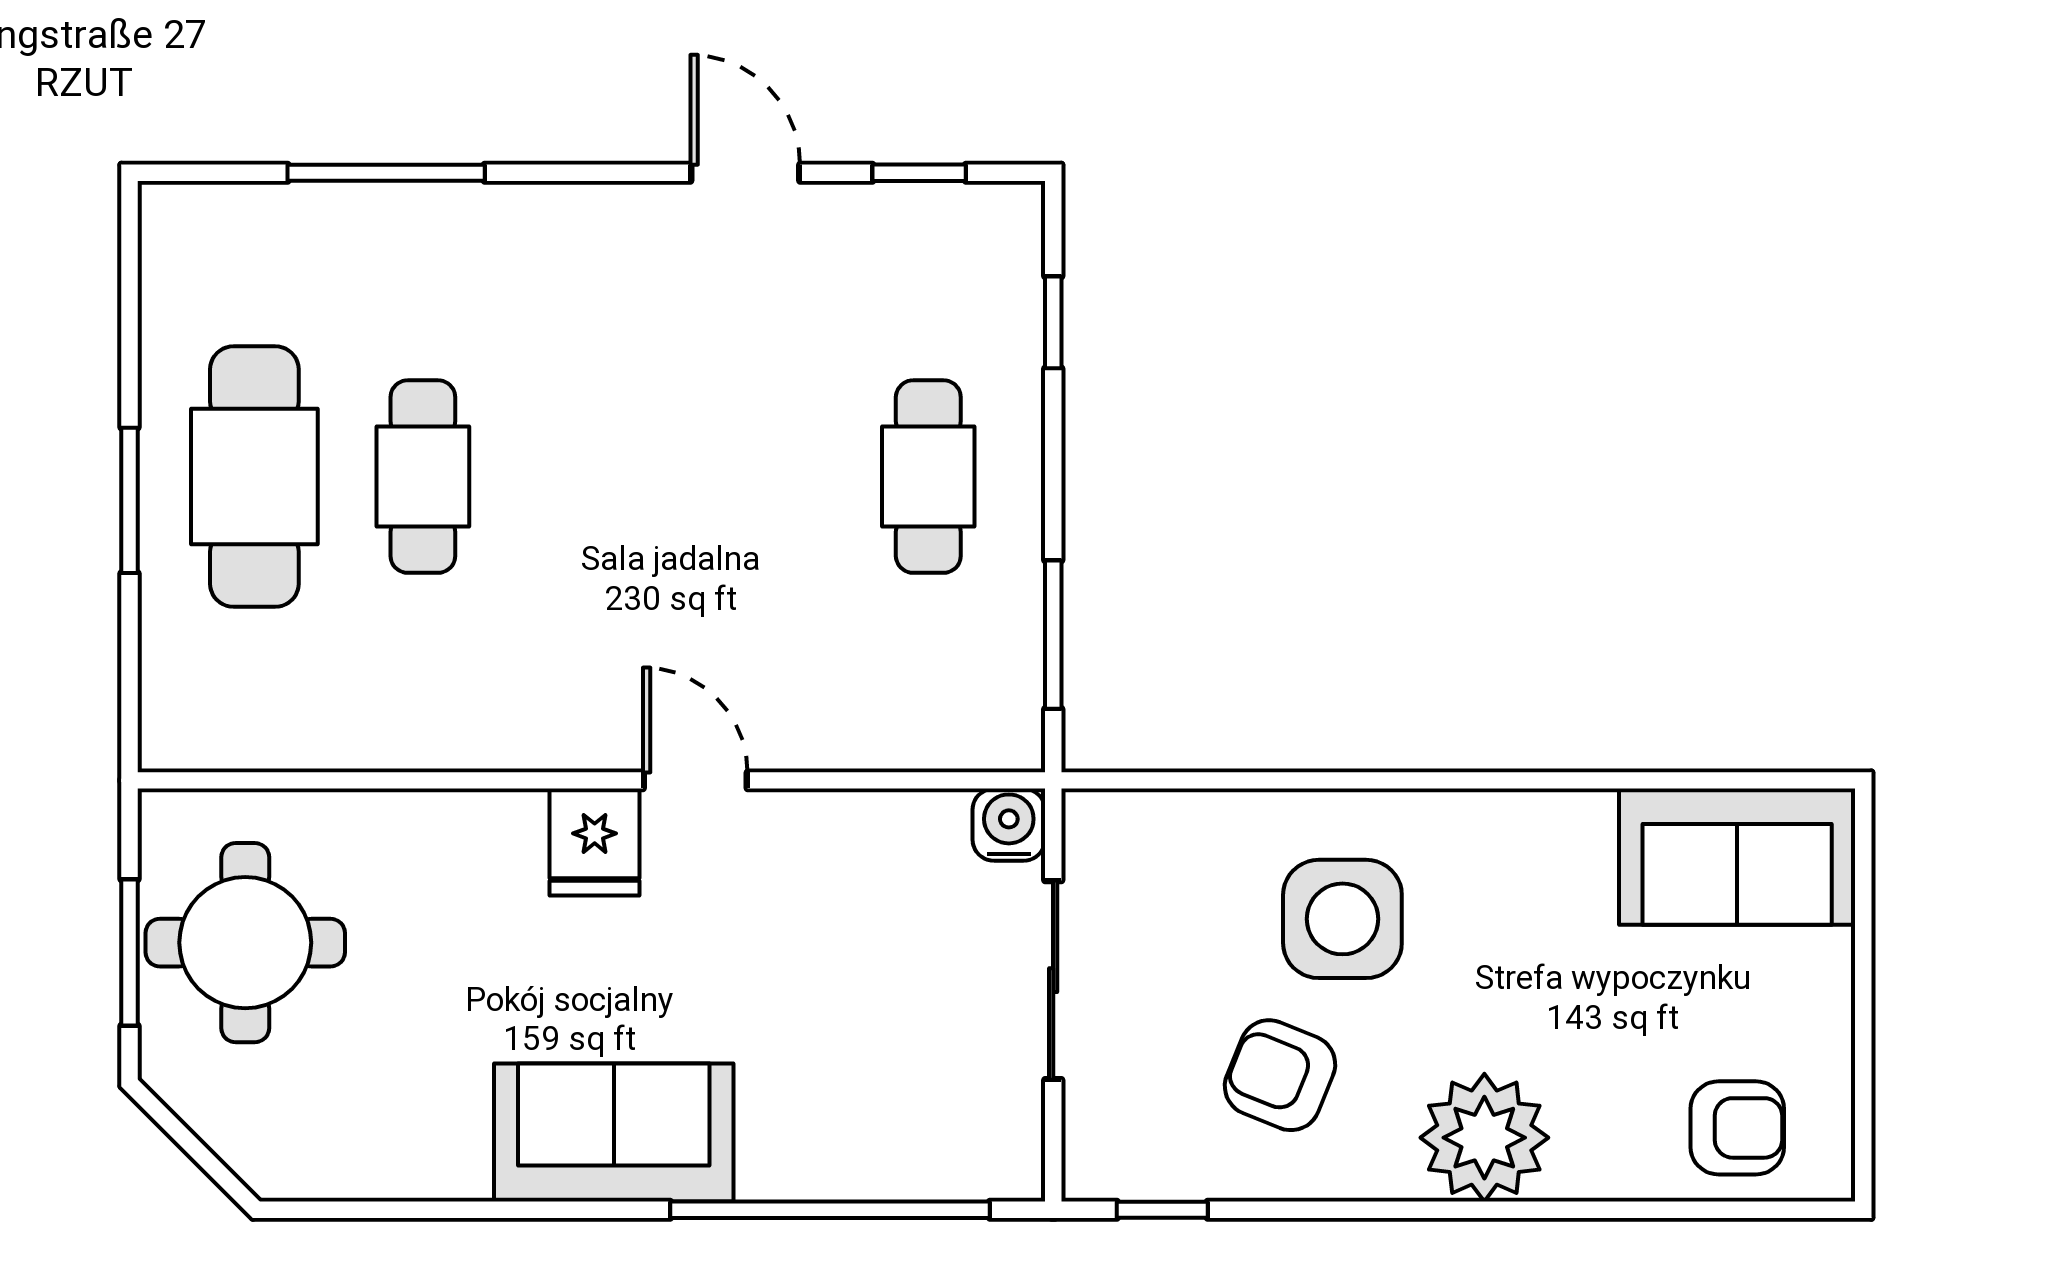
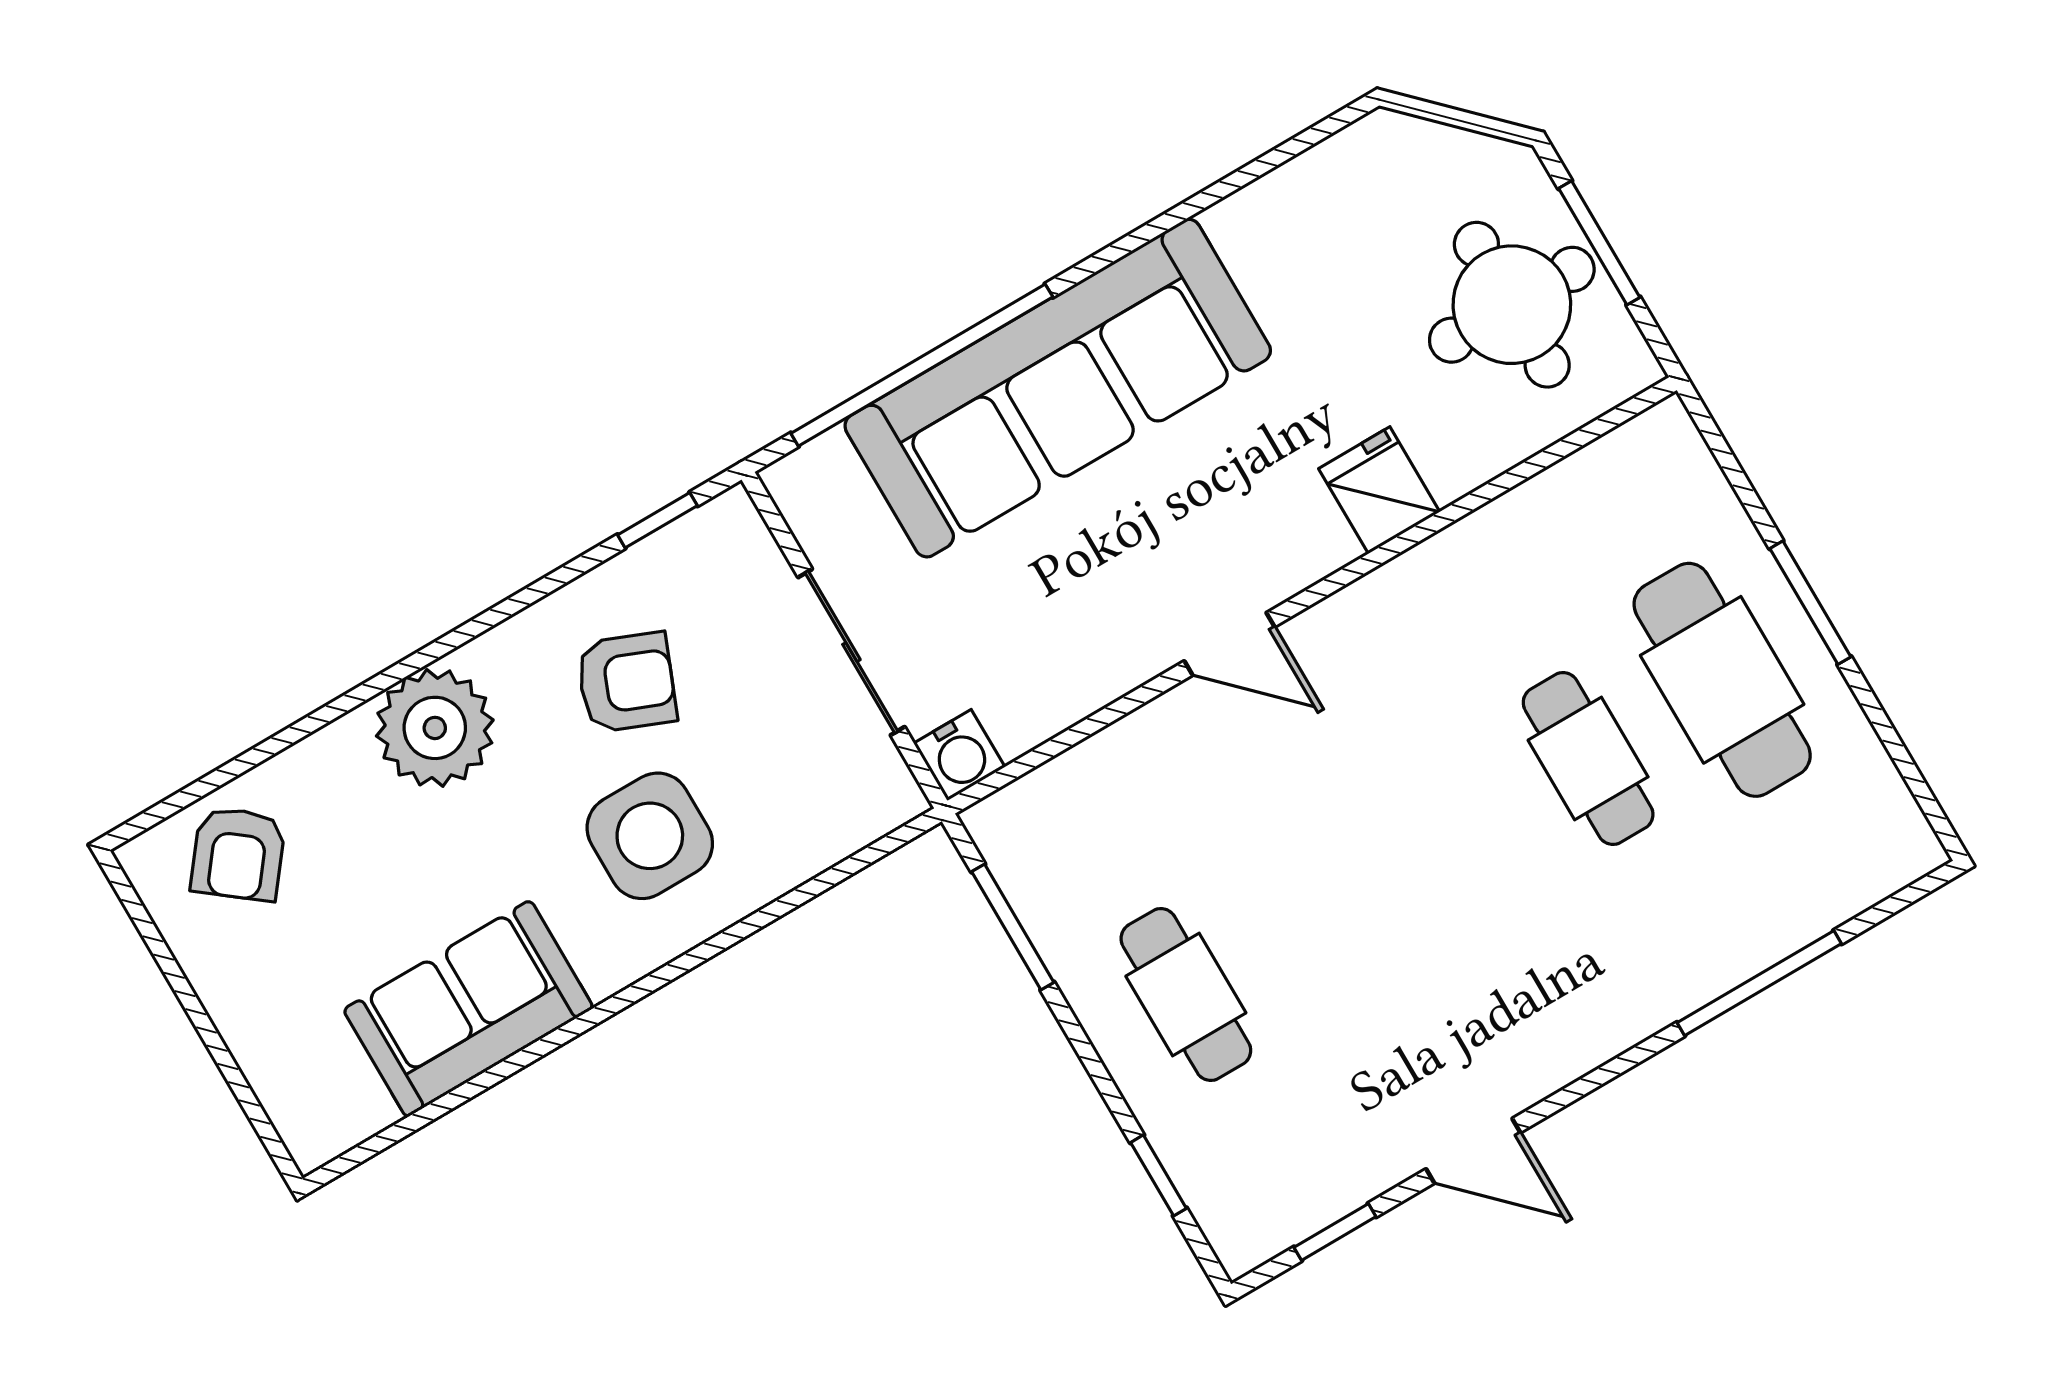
fridge: (595, 842) -> (1379, 490), moved
sofa: (1737, 857) -> (468, 1009), moved
armchair: (1737, 1128) -> (238, 854), turned -52
sofa: (614, 1132) -> (1058, 388), width x1.85, depth x1.27

